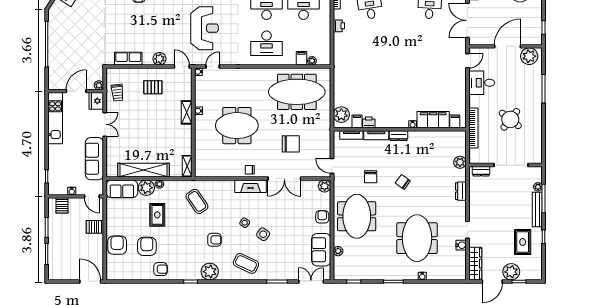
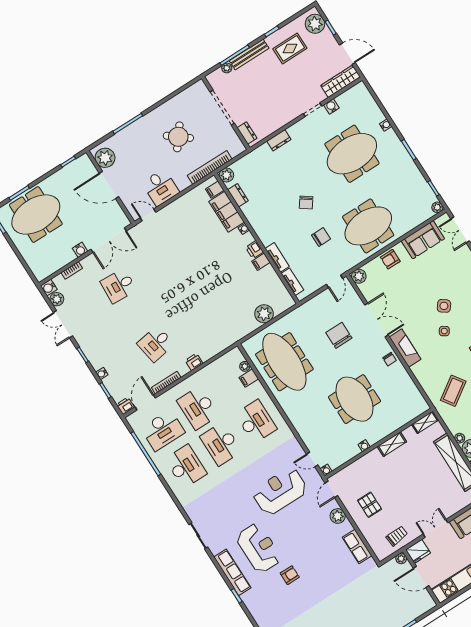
shelving: (187, 112) -> (392, 444), moved
plant: (341, 115) -> (264, 314), moved
filing cabinet: (357, 121) -> (261, 262), moved
printer: (369, 122) -> (254, 250), moved
dresser: (398, 136) -> (238, 195), moved
plant: (460, 162) -> (226, 175), moved
plant: (338, 251) -> (437, 207), moved
plant: (511, 272) -> (315, 24), moved

